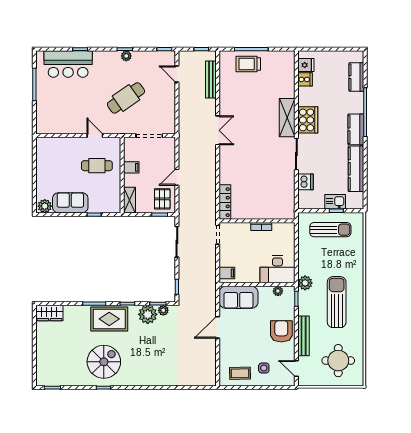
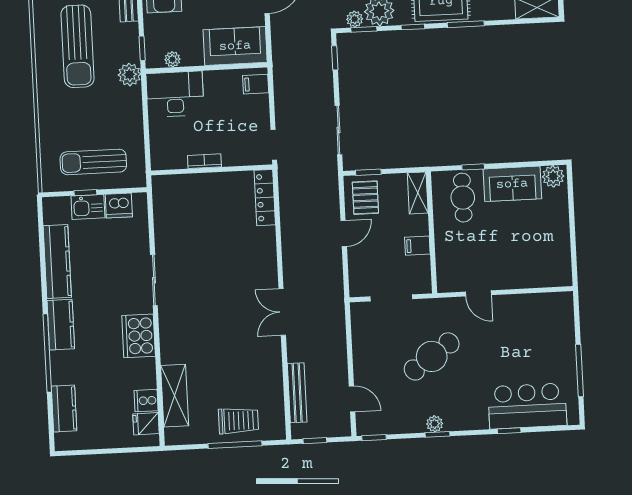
shelving: (287, 118) -> (175, 396), moved
cafe table: (97, 166) -> (463, 198), moved, turned 90
dishwasher: (305, 182) -> (119, 206), moved, turned -90

